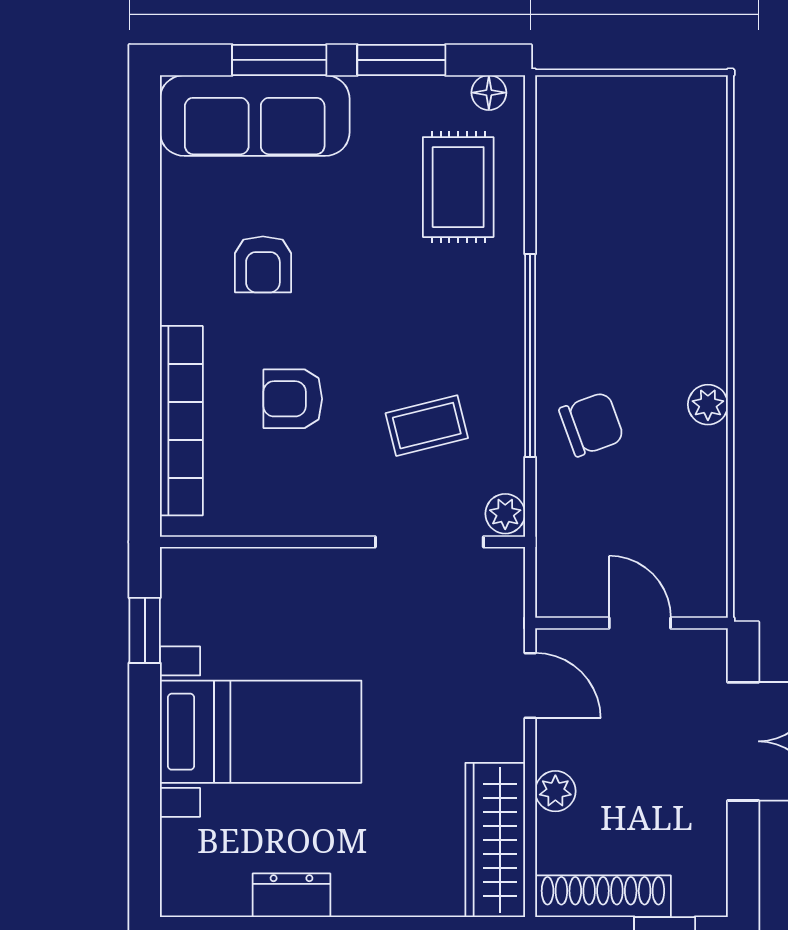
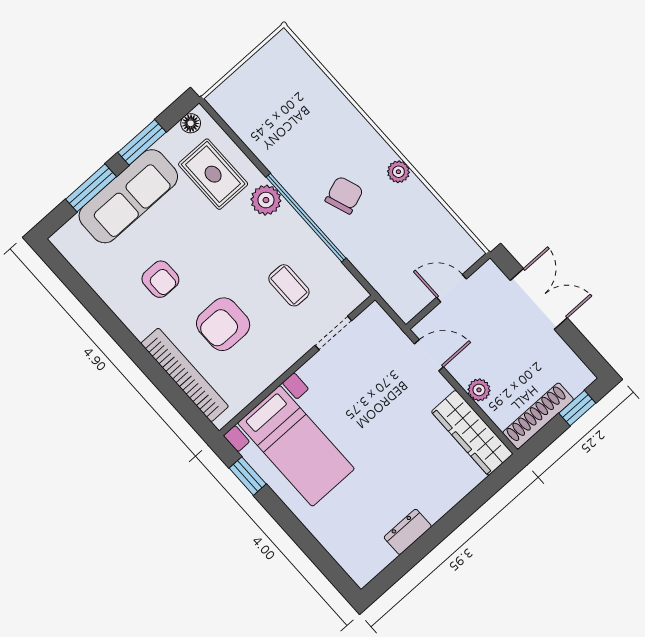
sofa: (255, 116) -> (128, 196), moved
armchair: (293, 399) -> (223, 324), width x1.38, depth x1.38
chair: (592, 424) -> (344, 195), moved
coffee table: (427, 426) -> (289, 285), turned -76
plant: (505, 514) -> (266, 200), moved, width x1.38, depth x1.38
doorway: (429, 542) -> (333, 333), width x0.73
bed with nightstands: (261, 732) -> (296, 446), moved, turned 90

